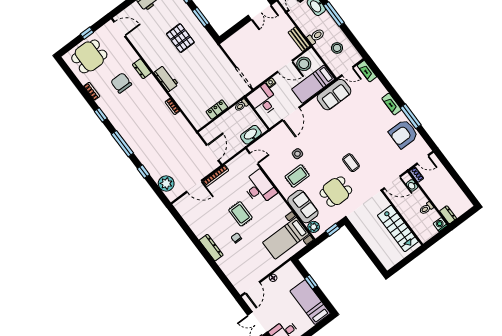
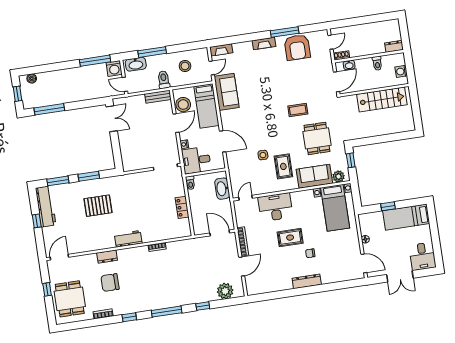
washing machine: (440, 225) -> (401, 71), moved

